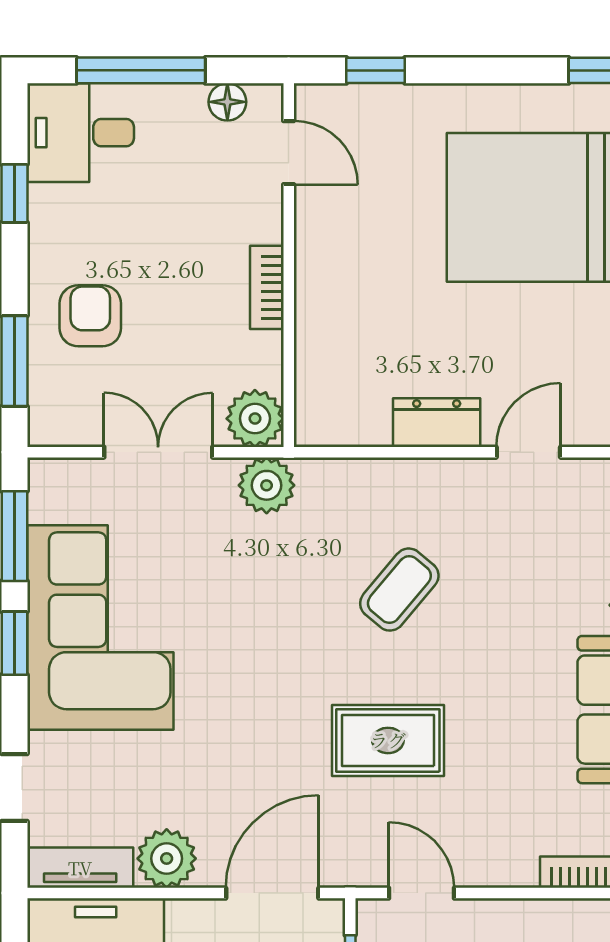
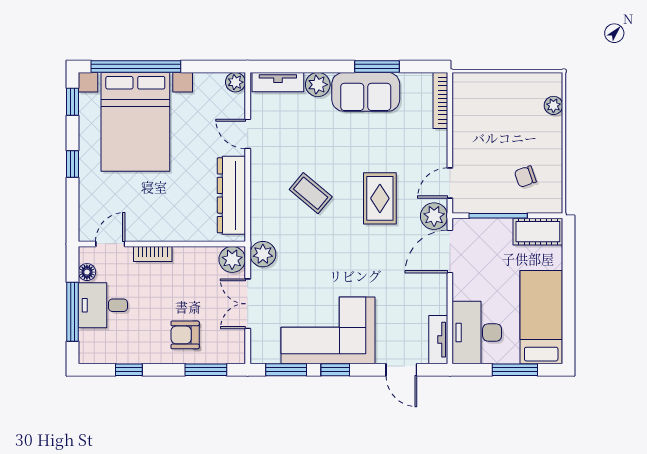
window: (376, 70) -> (72, 164), moved
desk: (81, 133) -> (103, 305), moved, turned 90
bookcase: (267, 287) -> (153, 254), moved
dresser: (437, 423) -> (231, 195), width x1.96, depth x1.24
plant: (167, 859) -> (434, 216), moved
door: (272, 893) -> (450, 251), hinge flipped

